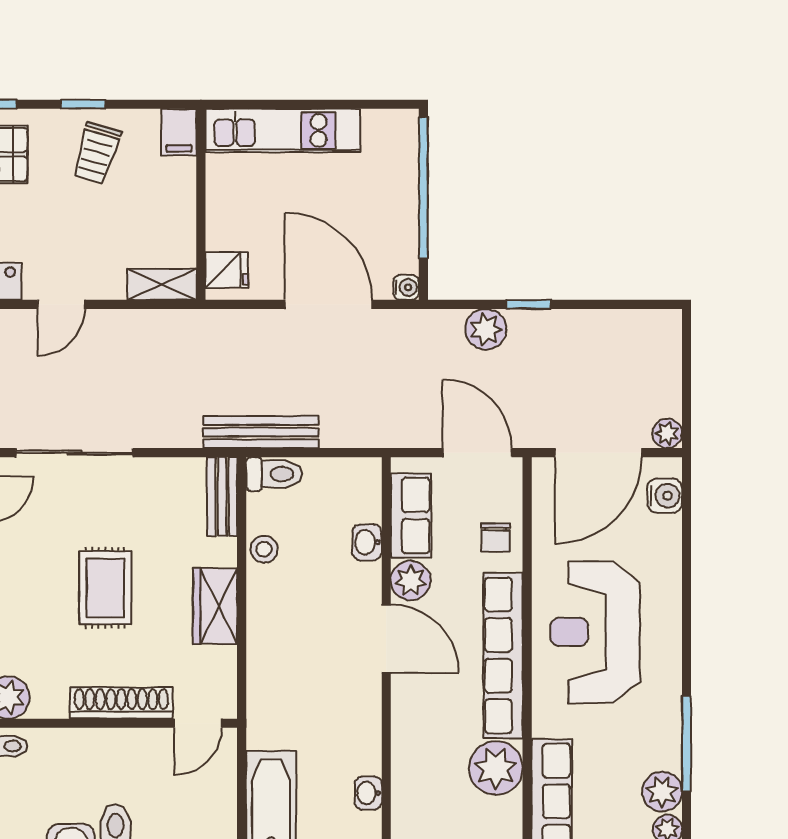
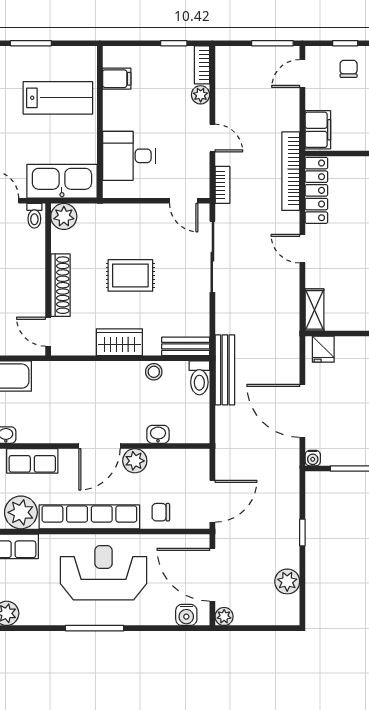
door: (328, 304) -> (302, 411), swing flipped
plant: (486, 329) -> (287, 581), moved
row of seats: (411, 515) -> (32, 461), moved
window: (687, 744) -> (95, 628), moved

